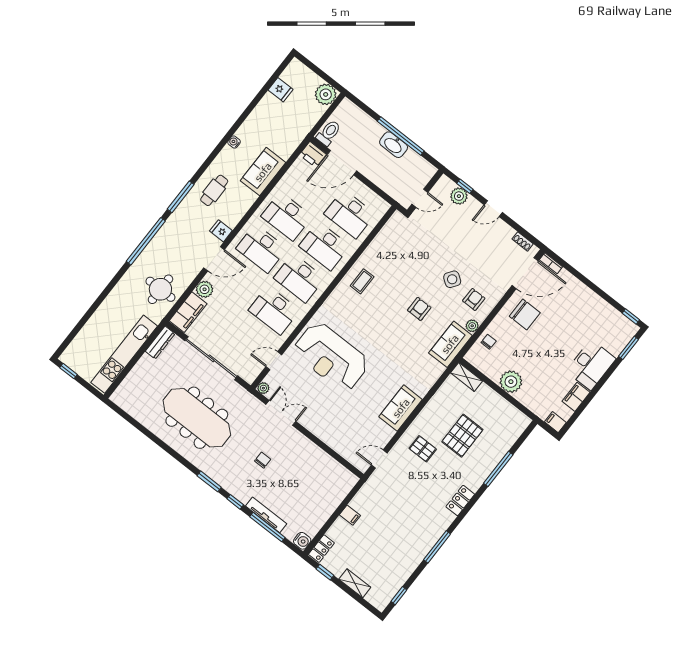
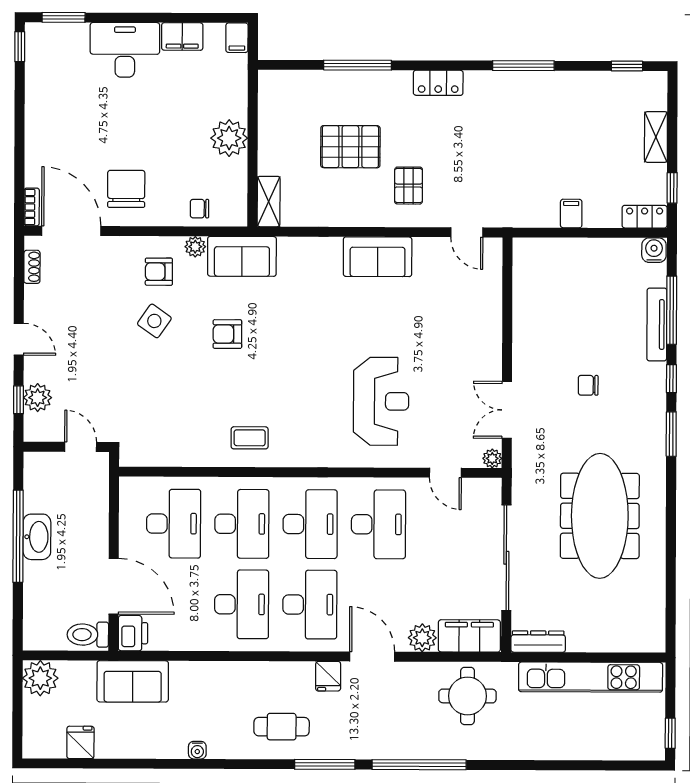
sofa: (263, 172) -> (133, 681), moved
reception desk: (331, 357) -> (381, 401), width x0.74, depth x0.77

